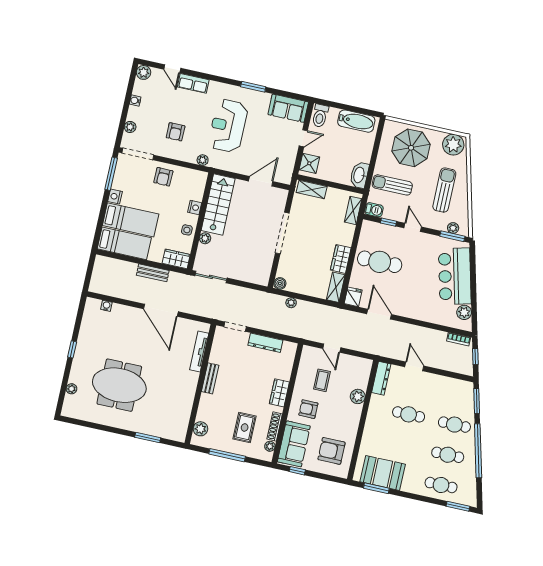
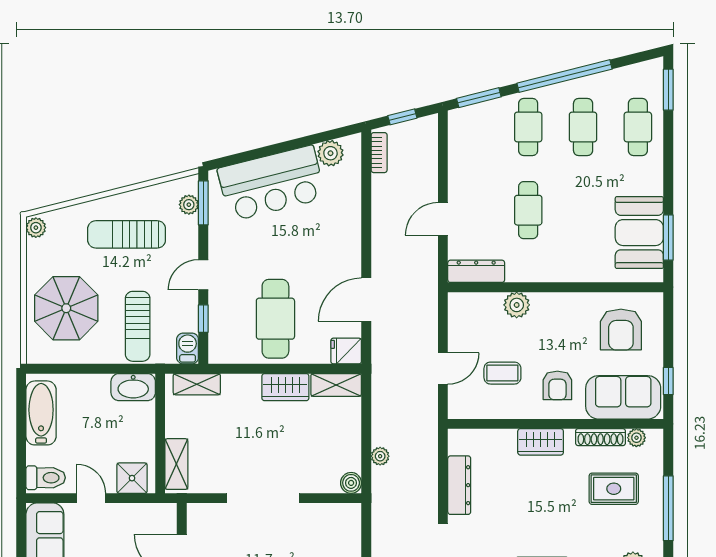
plant: (453, 145) -> (36, 228), width x0.53, depth x0.53

